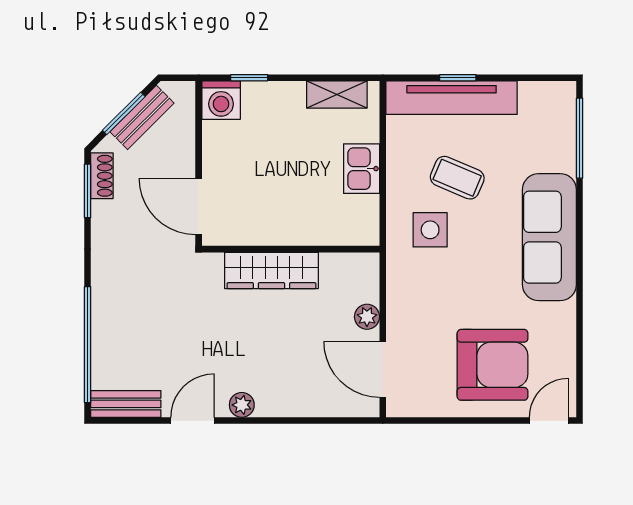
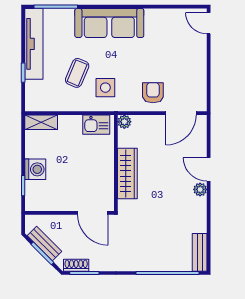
shelving: (337, 94) -> (41, 122), moved, turned 90
tv unit: (452, 98) -> (34, 44), moved
washing machine: (221, 100) -> (35, 169), moved
kitchen sink: (362, 169) -> (96, 125), moved
door: (199, 206) -> (93, 213), hinge flipped
plant: (367, 317) -> (124, 122), moved
armchair: (493, 365) -> (153, 93), moved, width x0.53, depth x0.53
door: (192, 421) -> (209, 169), moved

